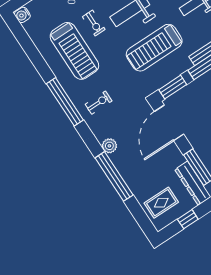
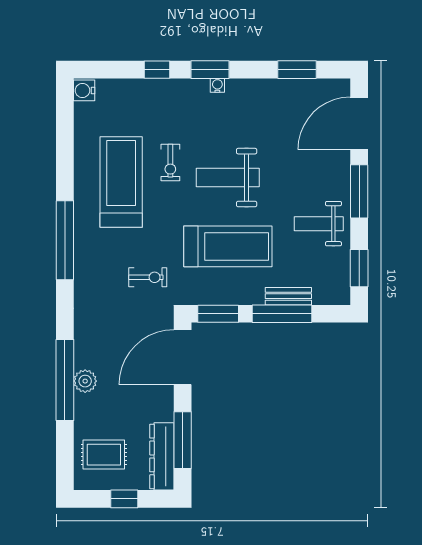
treadmill: (154, 48) -> (228, 246), turned 180
treadmill: (74, 51) -> (121, 182), turned 180
exercise bike: (99, 103) -> (148, 277), moved
plant: (109, 146) -> (85, 381), moved

